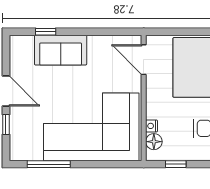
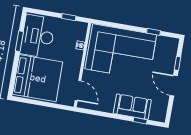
floor lamp: (154, 142) -> (81, 35), removed
window: (49, 164) -> (154, 32), width x0.46

